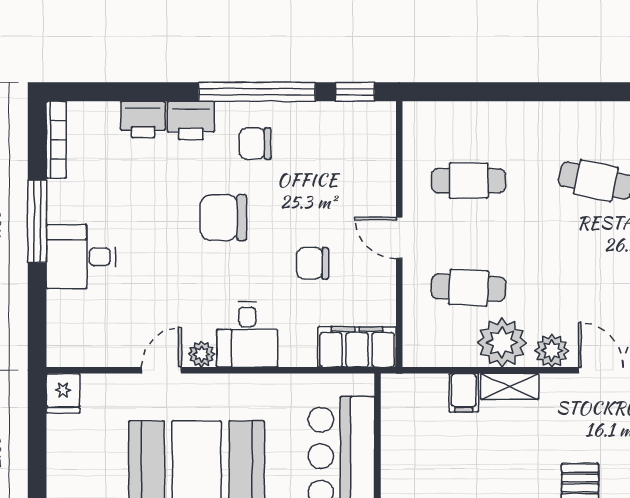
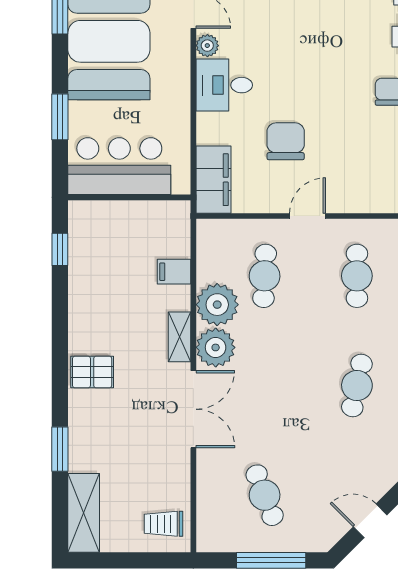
chair: (223, 218) -> (325, 64), removed
chair: (313, 263) -> (286, 141), width x1.37, depth x1.37
plant: (552, 351) -> (216, 347), width x1.36, depth x1.36
shelving: (510, 386) -> (179, 337), moved

